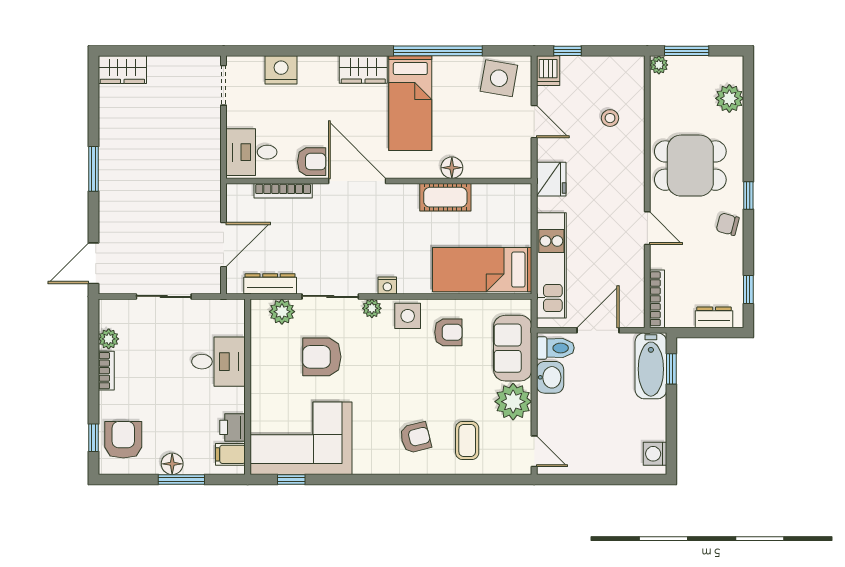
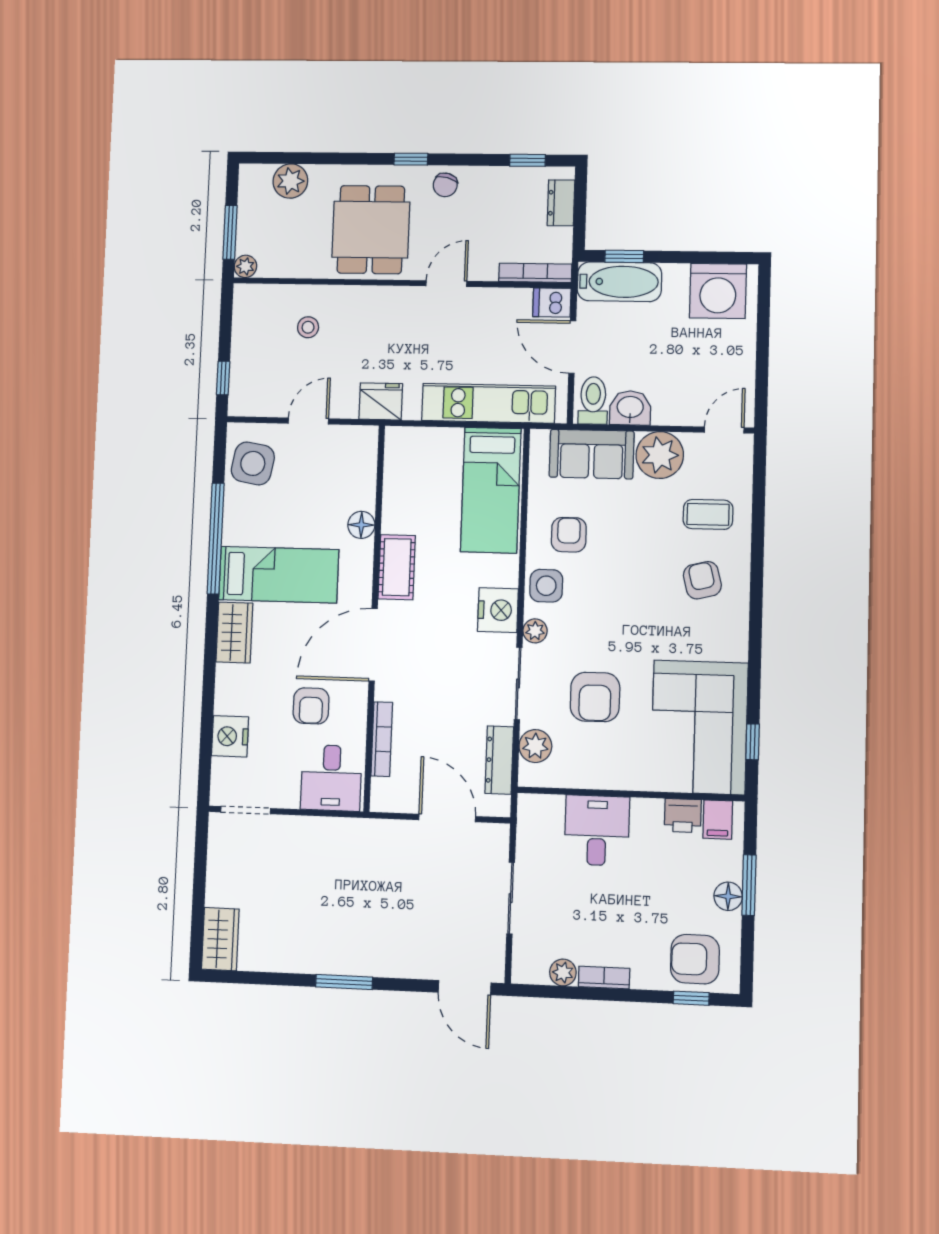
dishwasher: (548, 71) -> (552, 303), moved, turned 180
armchair: (312, 162) -> (311, 706), moved, turned 180
cot: (445, 197) -> (397, 567), moved
nightstand: (387, 285) -> (498, 610), width x1.89, depth x1.79
washing machine: (655, 454) -> (718, 291), width x1.89, depth x1.89

